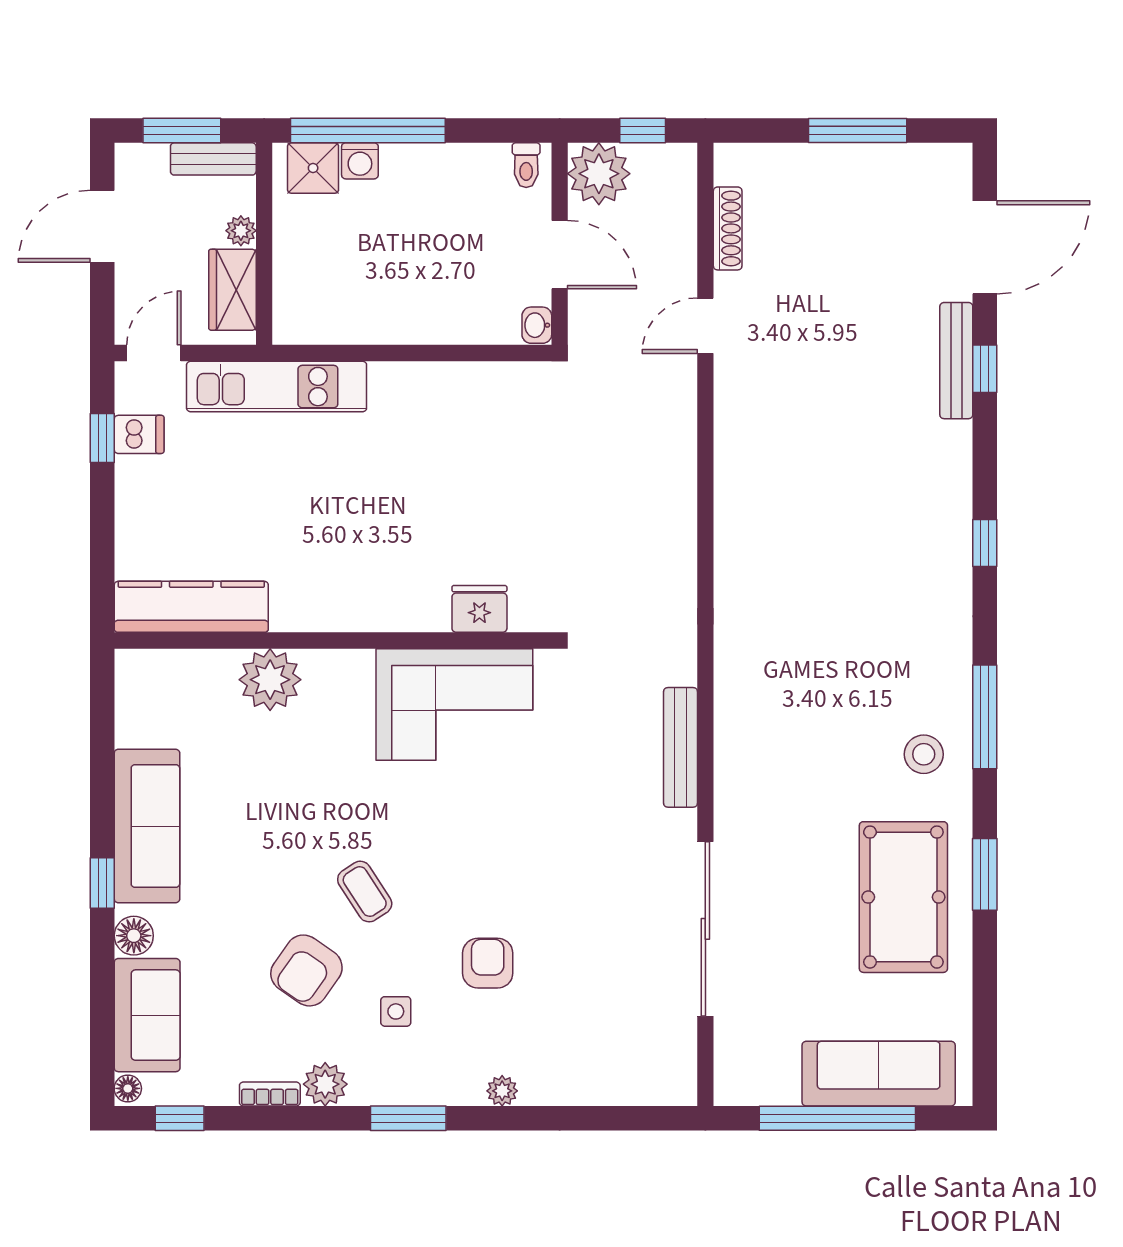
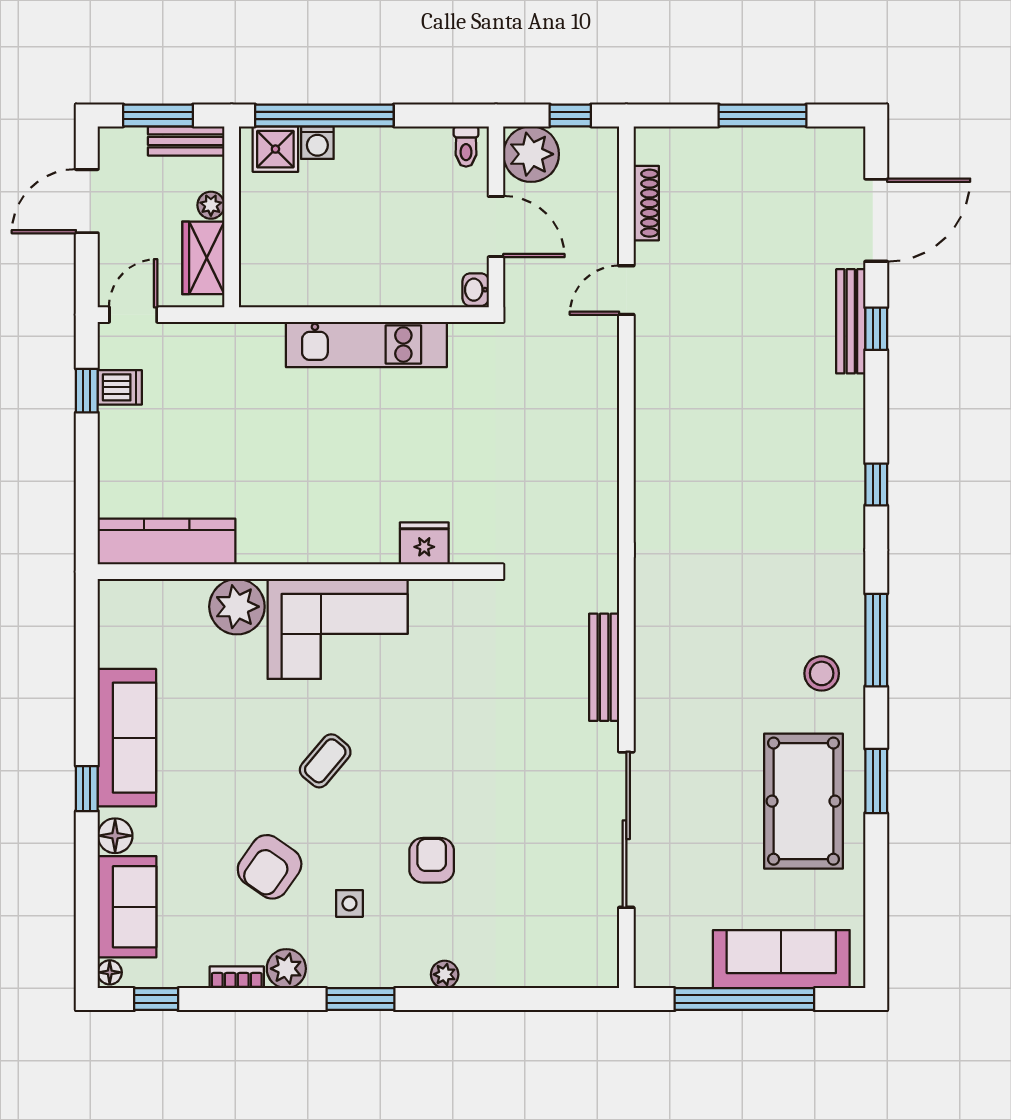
kitchen unit: (277, 387) -> (366, 345), moved
corner sofa: (454, 704) -> (338, 629), moved
coffee table: (365, 892) -> (325, 761), moved, turned 73

